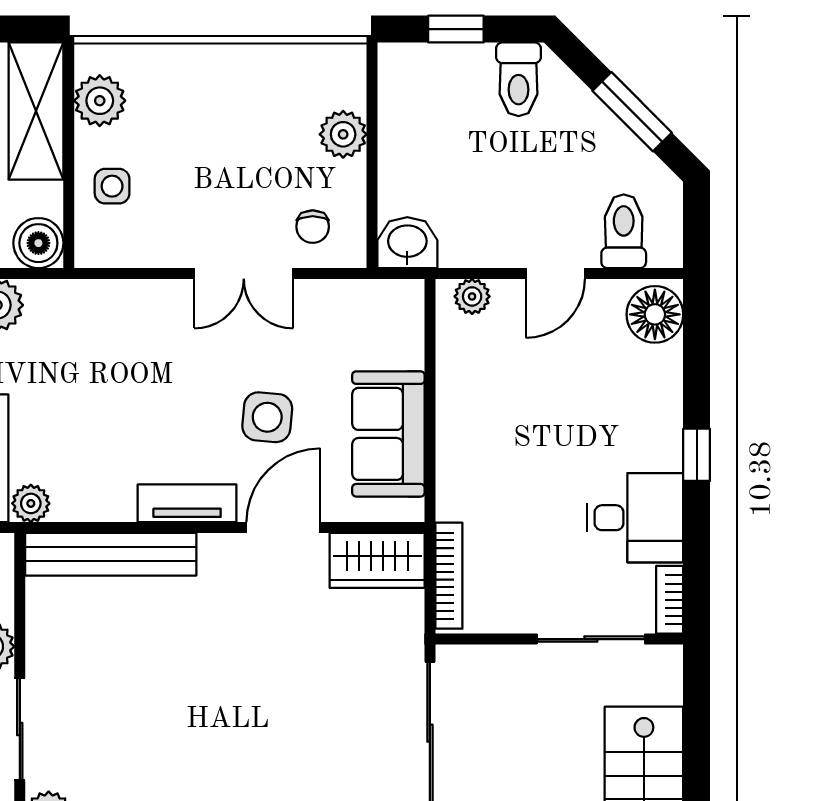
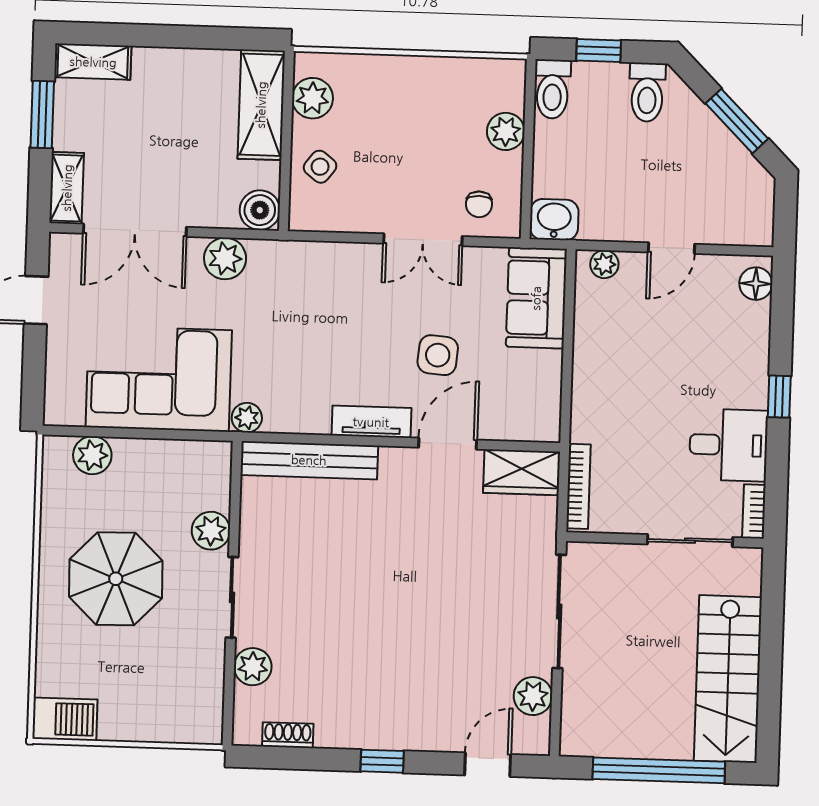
side table: (112, 186) -> (320, 167), turned 38
toilet: (624, 231) -> (552, 89), moved, turned 180
floor lamp: (655, 314) -> (756, 284), width x0.73, depth x0.73
sofa: (388, 434) -> (536, 298), moved

